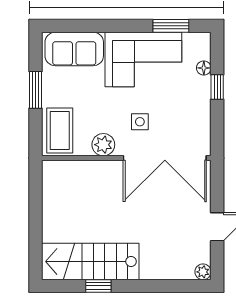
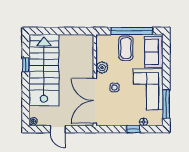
window: (171, 26) -> (166, 104), width x1.44
window: (35, 90) -> (132, 31), width x2.11
coffee table: (60, 131) -> (126, 48), moved, turned 90
stairs: (90, 261) -> (44, 70), width x1.36, depth x1.51

